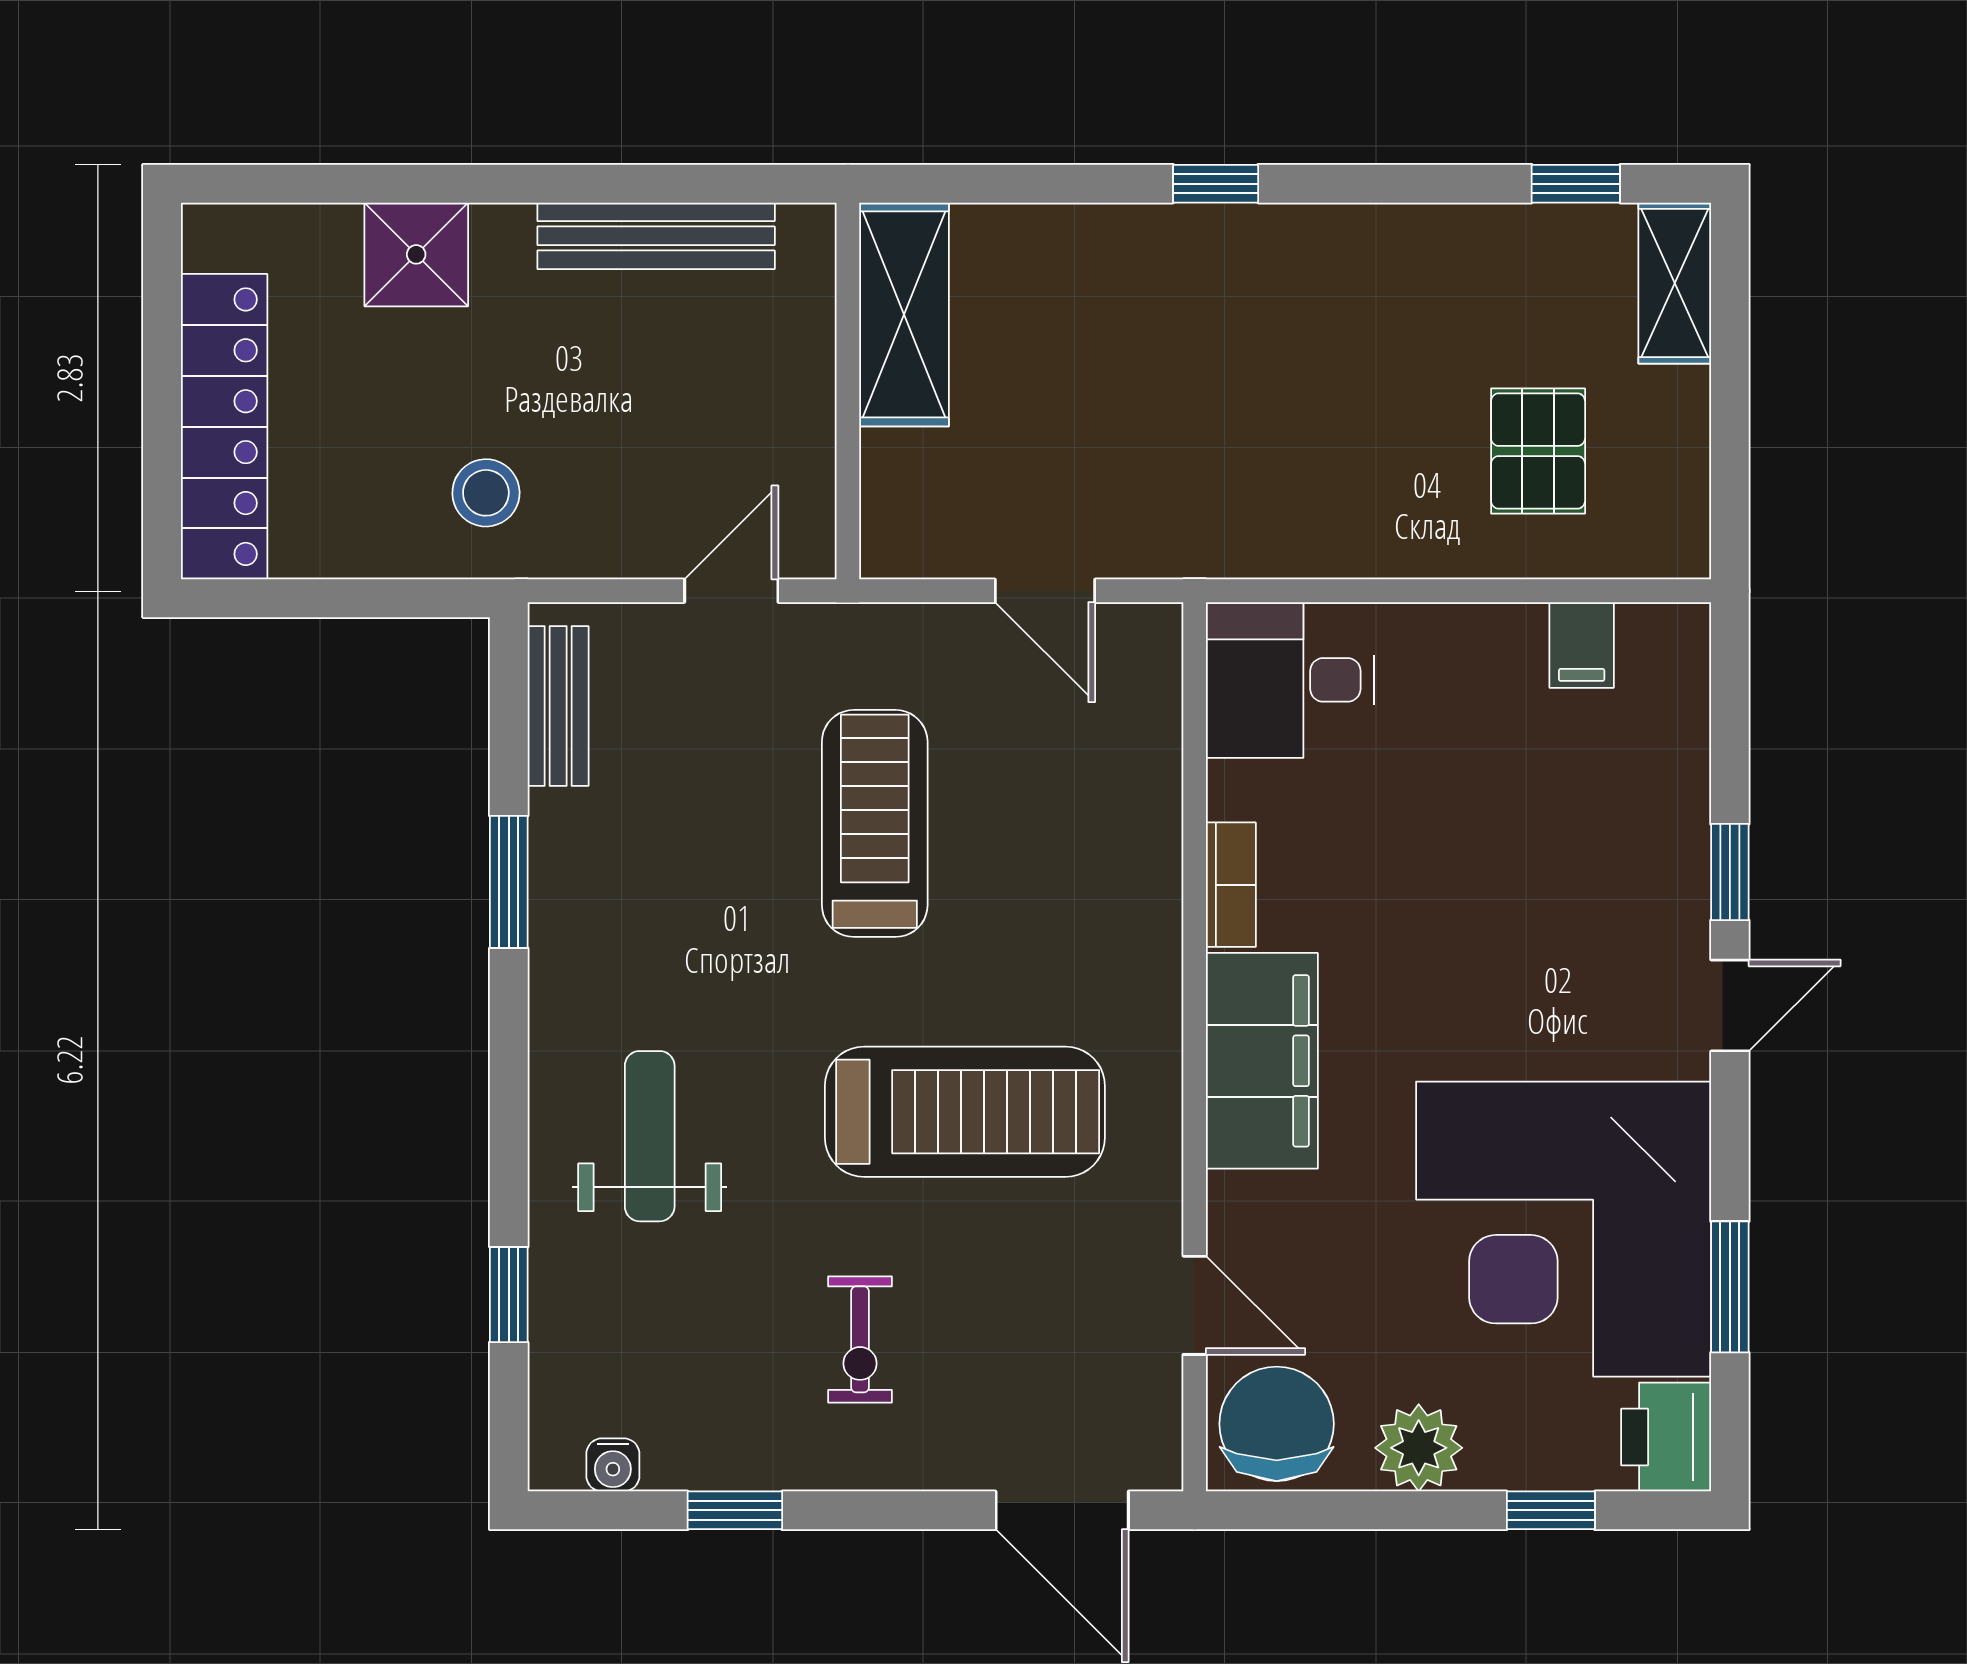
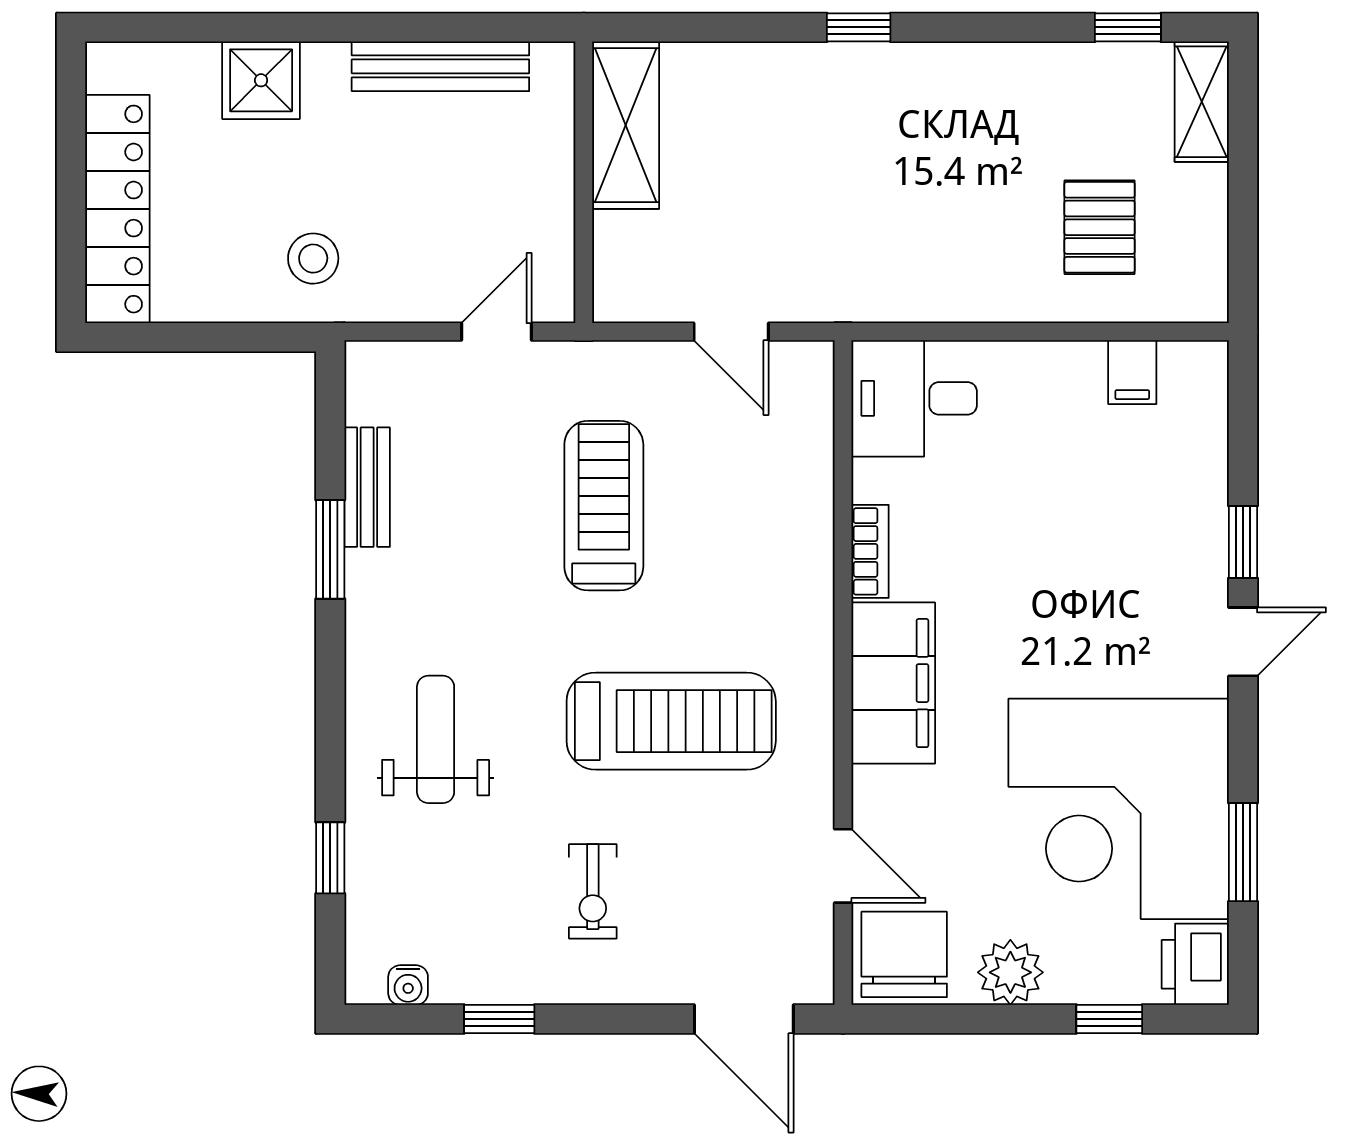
bench: (558, 706) -> (367, 487), moved

